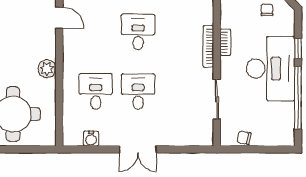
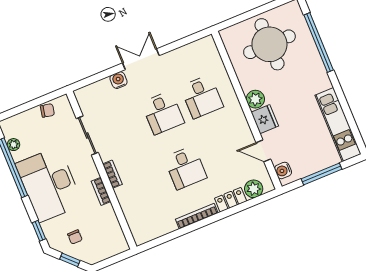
bookcase: (208, 46) -> (112, 174), width x0.64
fridge: (46, 47) -> (265, 119), added
window: (298, 49) -> (39, 231), moved
plant: (289, 119) -> (13, 145), added
water cooler: (91, 139) -> (119, 80), moved

